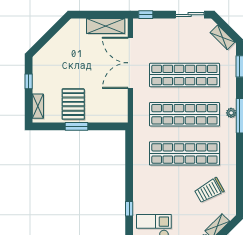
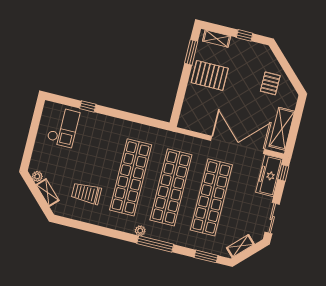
freezer: (151, 27) -> (269, 176), added
pallet: (67, 47) -> (270, 83), added
plant: (231, 113) -> (140, 231), moved
window: (76, 126) -> (191, 52), moved
trolley: (209, 190) -> (86, 193), turned -61

